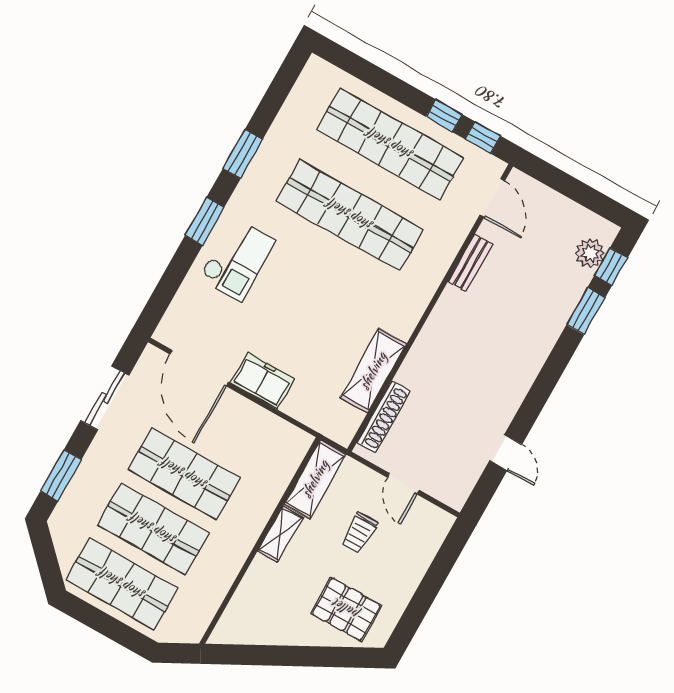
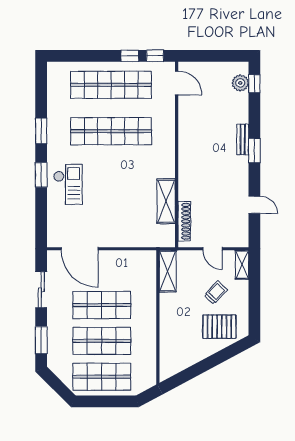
bench: (470, 263) -> (243, 139), moved
window: (586, 311) -> (254, 151), moved
freezer: (262, 381) -> (114, 237), removed
trolley: (359, 533) -> (216, 293), moved, turned -137
shelving: (280, 534) -> (242, 265), moved

